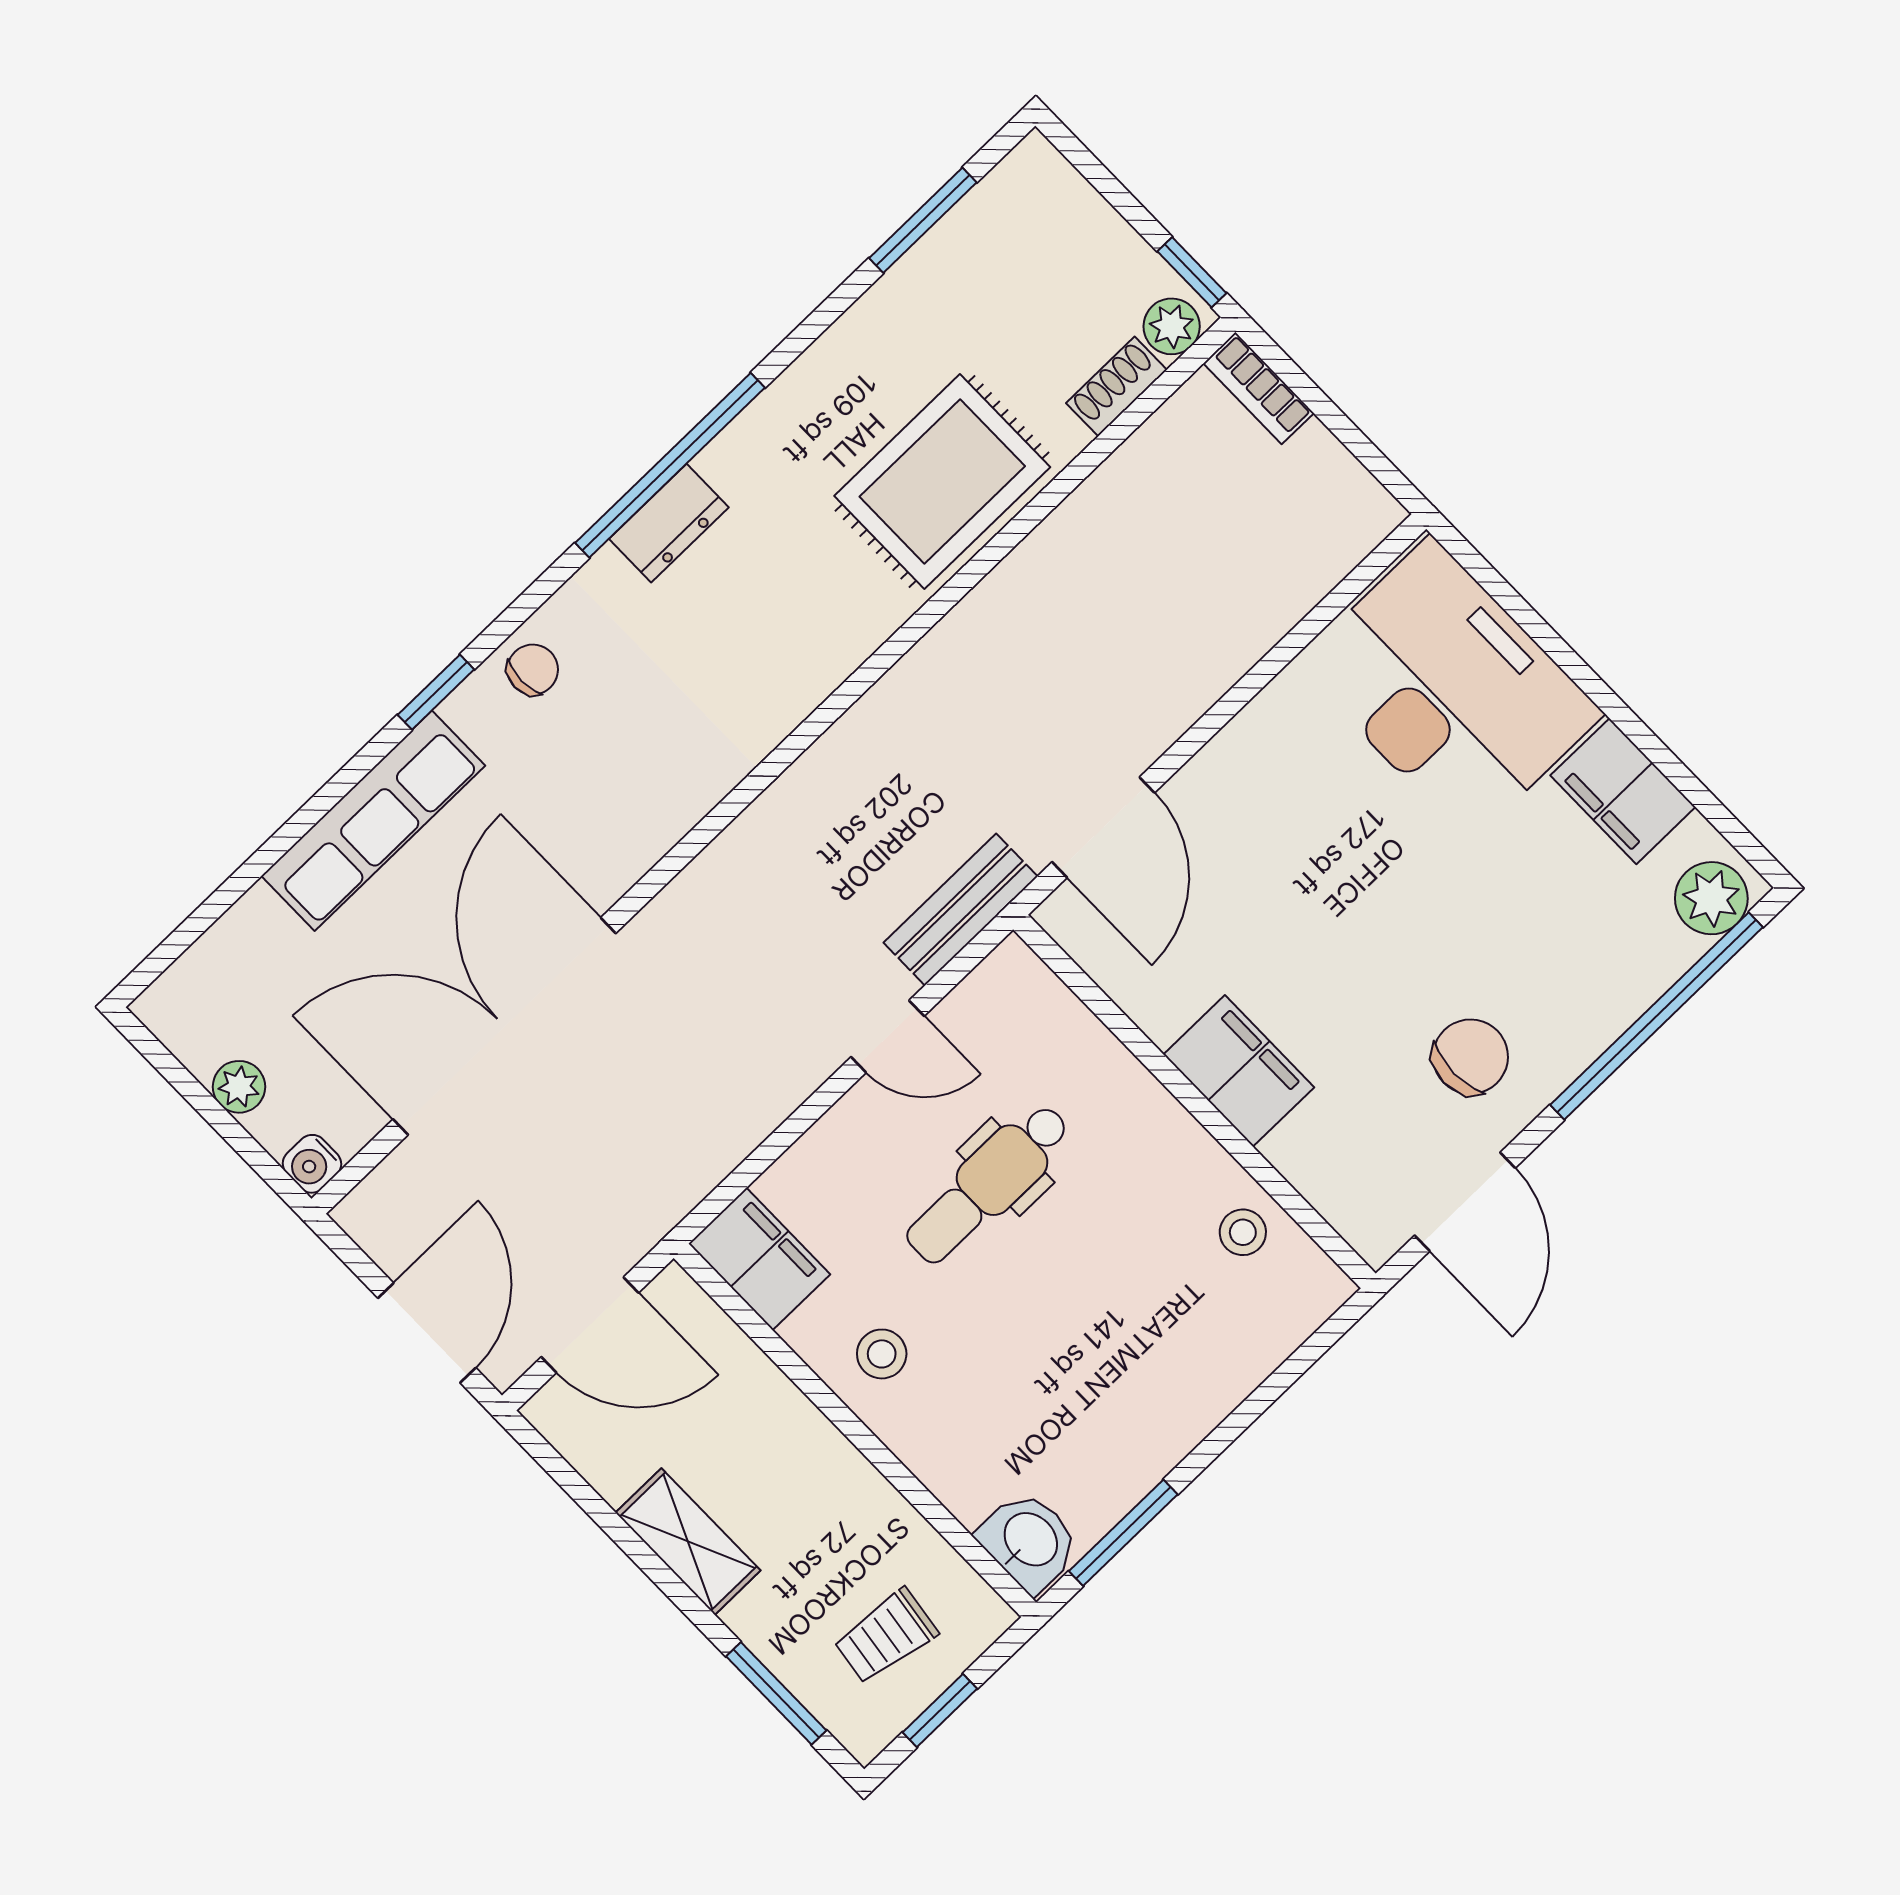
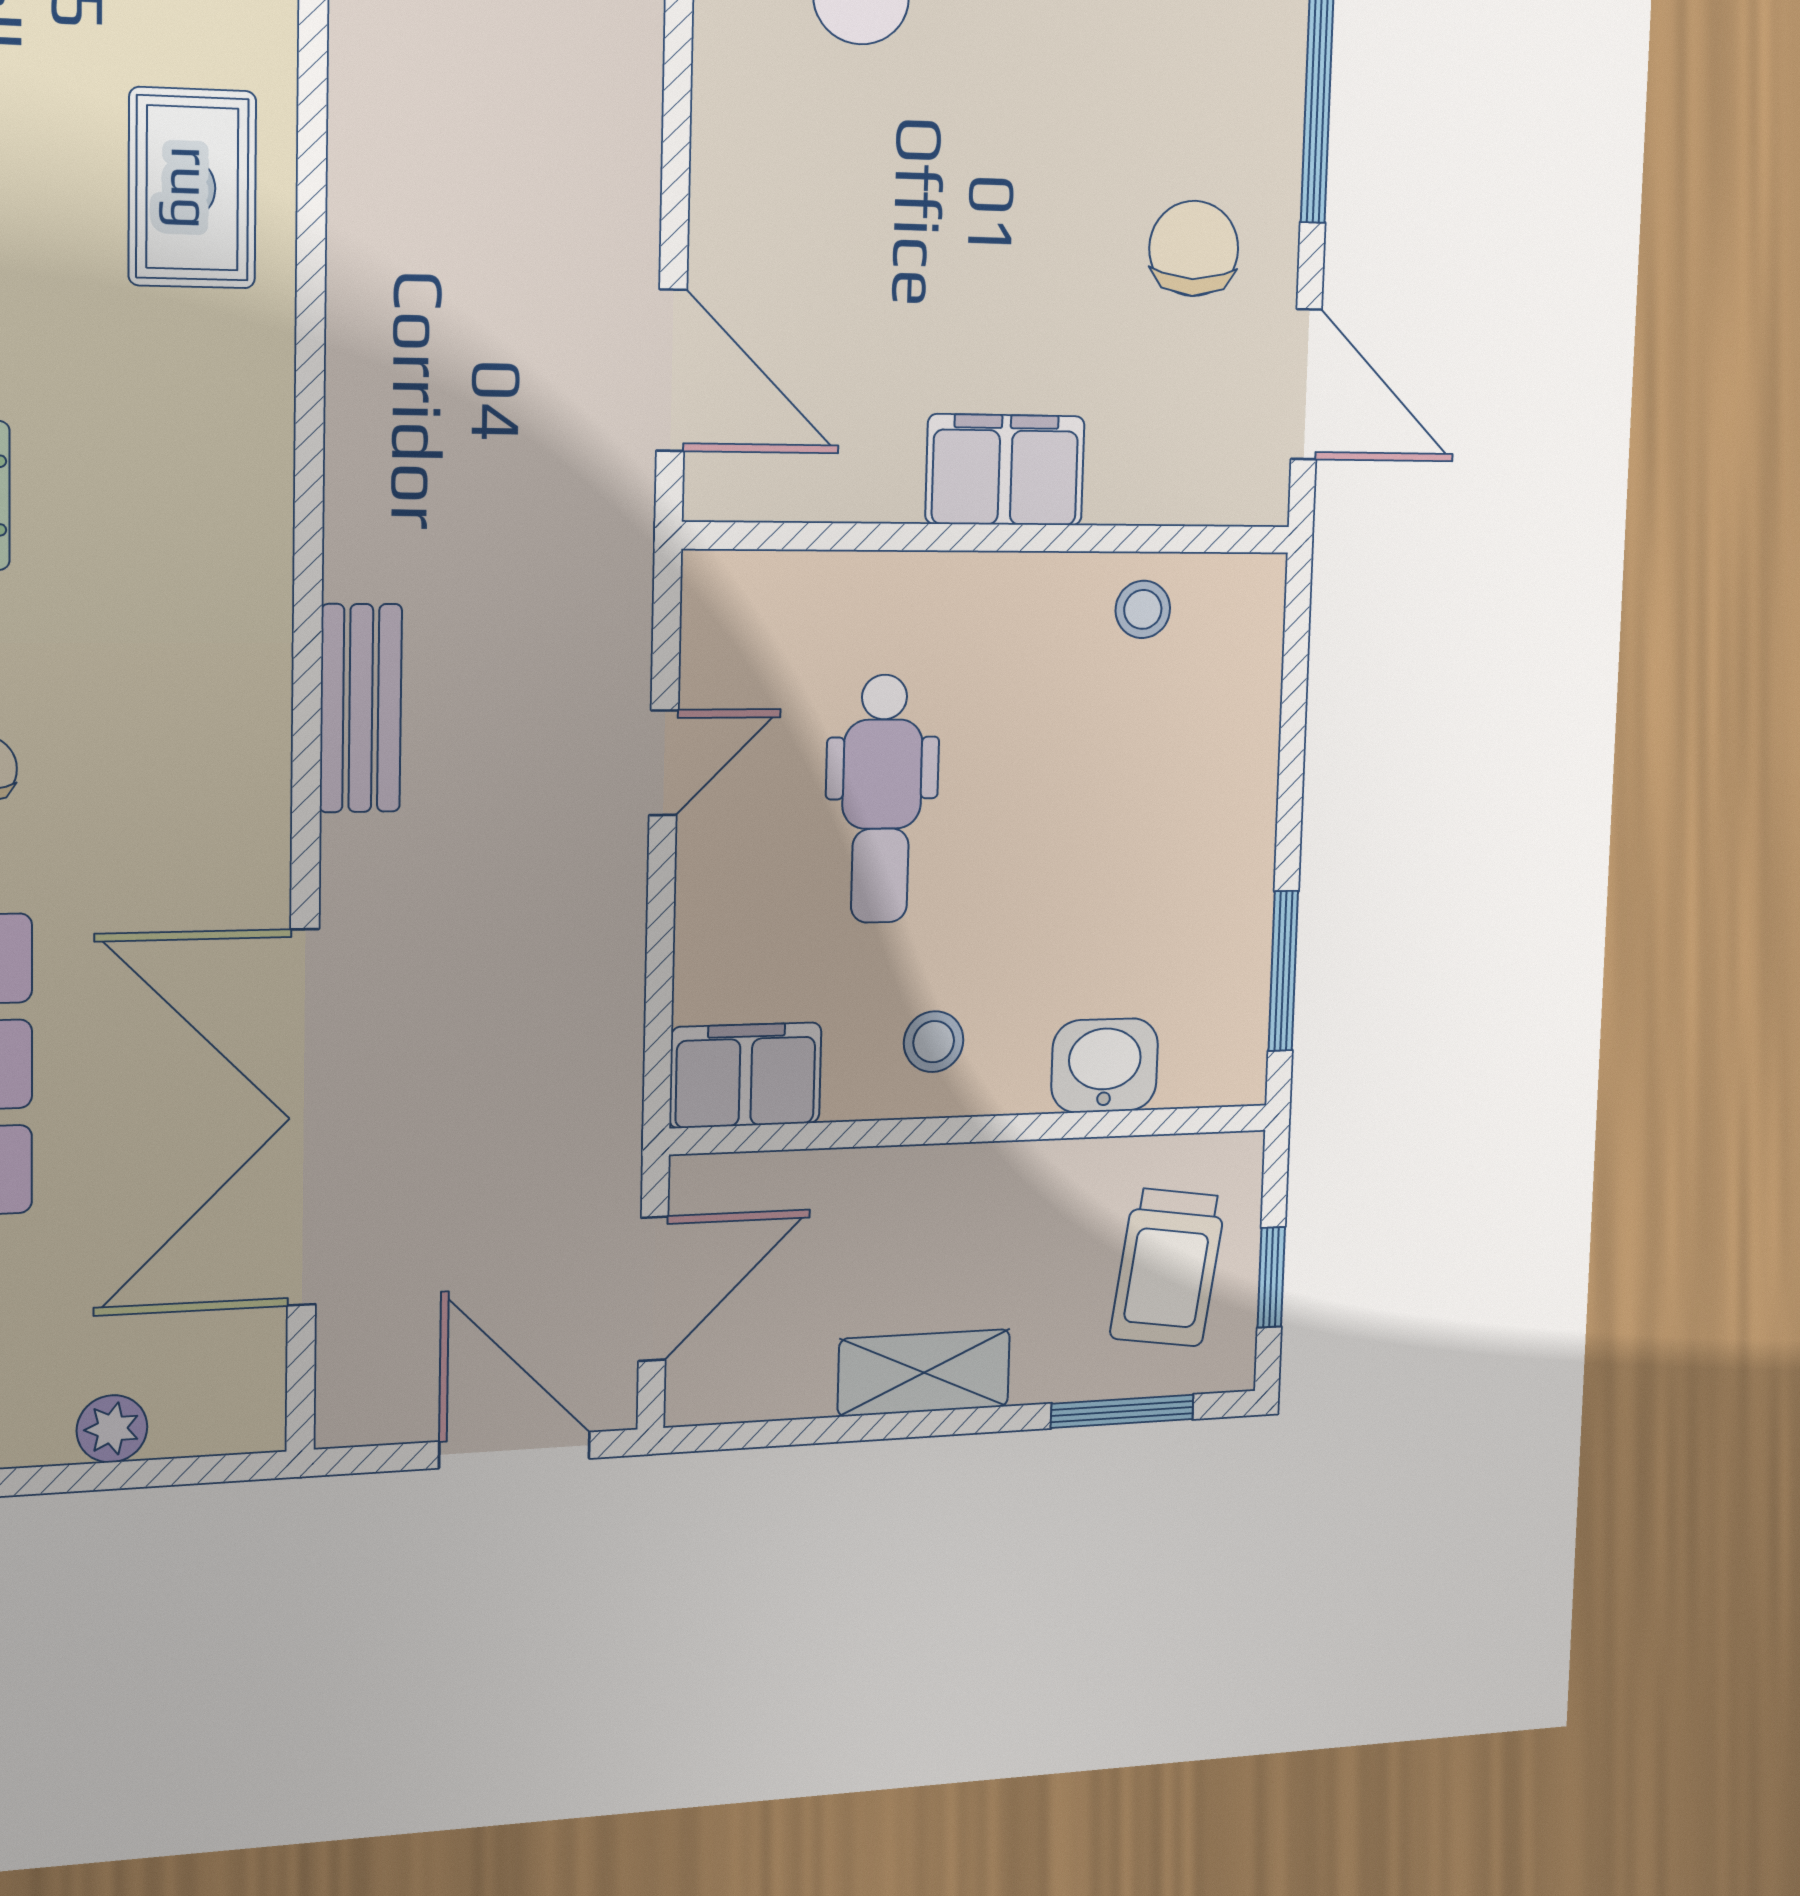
rug: (942, 481) -> (192, 188), width x0.73, depth x0.70
bench: (961, 910) -> (361, 708), moved
water cooler: (312, 1164) -> (254, 1422), removed
washbasin: (1029, 1541) -> (1105, 1065), moved
trolley: (886, 1636) -> (1168, 1267), width x1.36, depth x1.39

